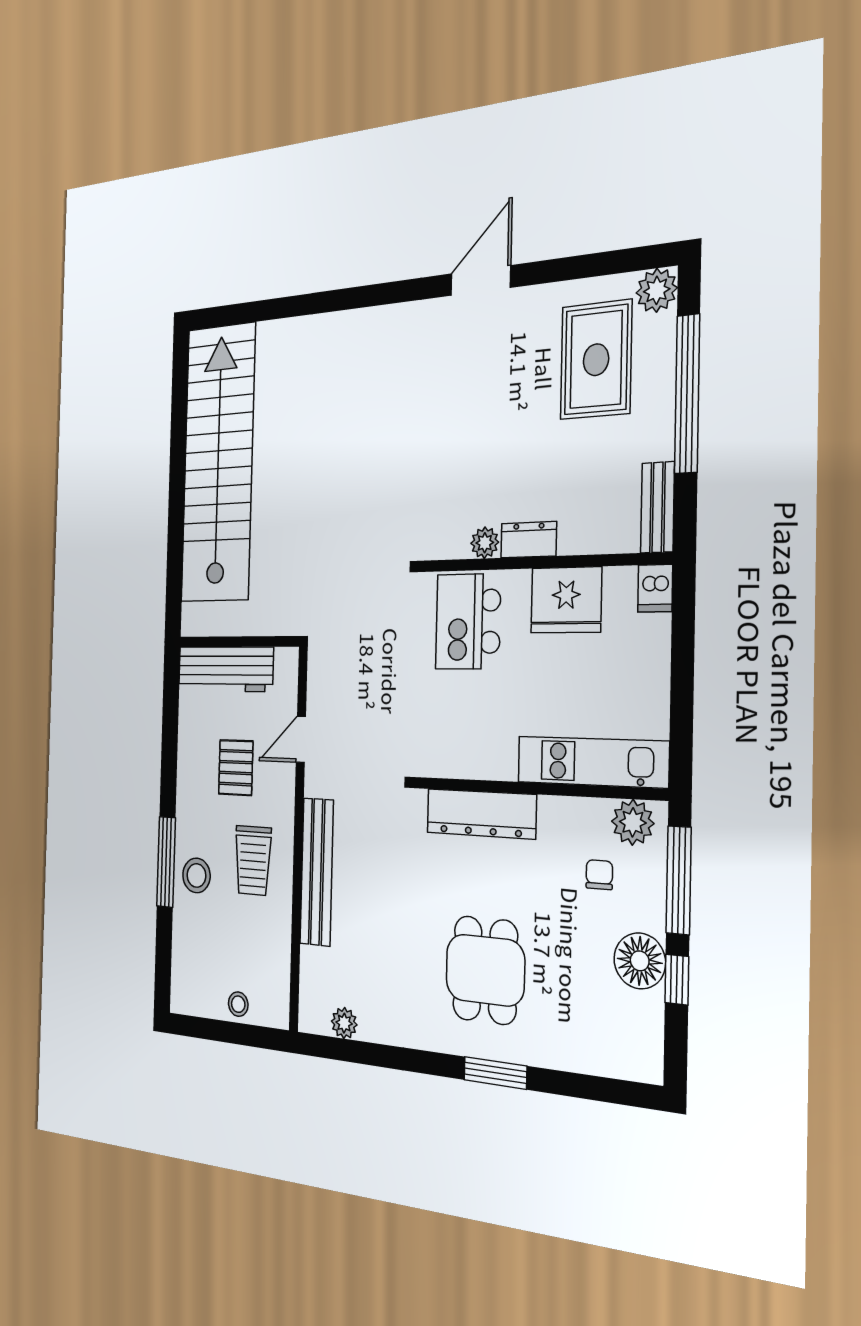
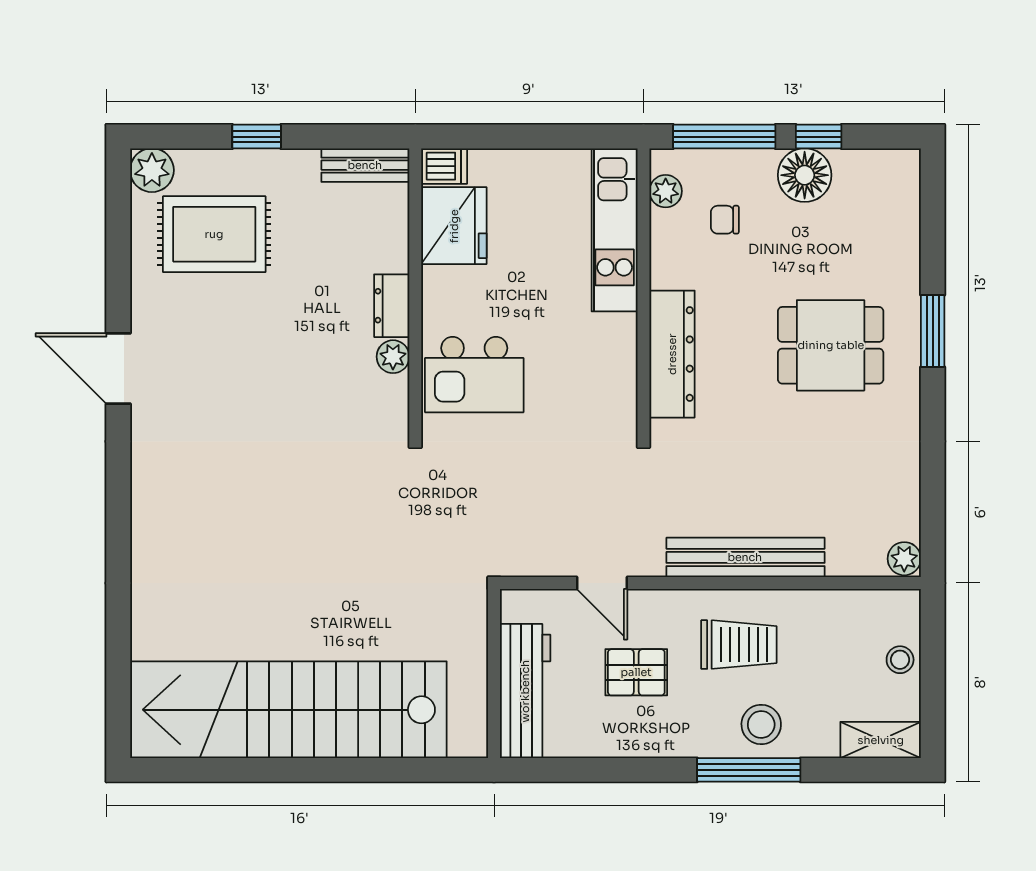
window: (687, 394) -> (257, 137), width x0.32
fridge: (566, 600) -> (454, 226), moved
plant: (633, 822) -> (666, 191), width x0.73, depth x0.73
shelving: (183, 979) -> (881, 740), added
plant: (344, 1023) -> (904, 559), moved

